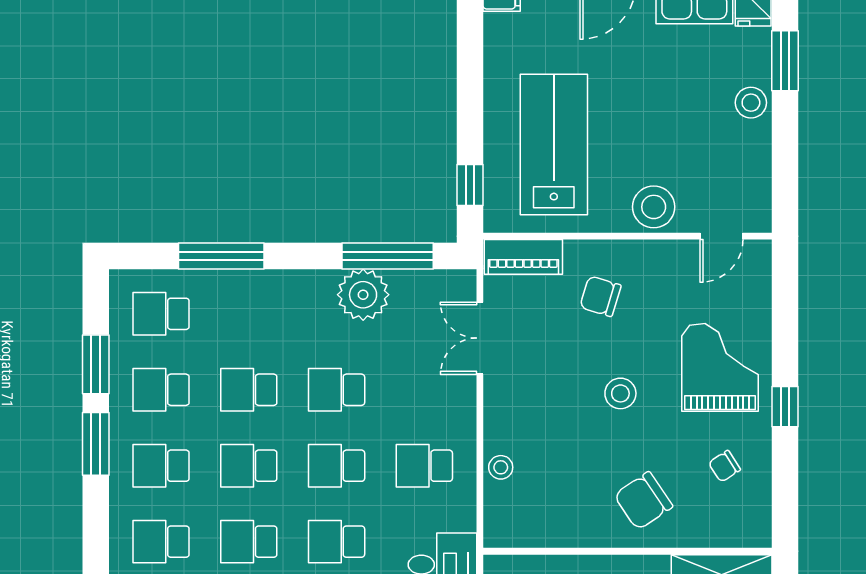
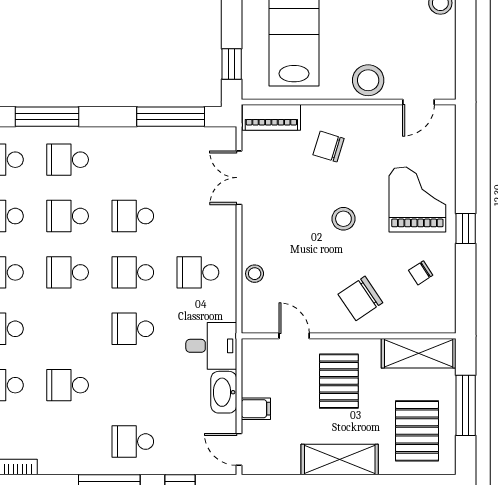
plant: (363, 295) -> (152, 145), removed
school desk: (249, 542) -> (68, 160), moved
door: (554, 551) -> (294, 336), added

